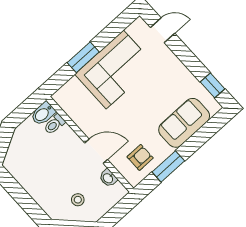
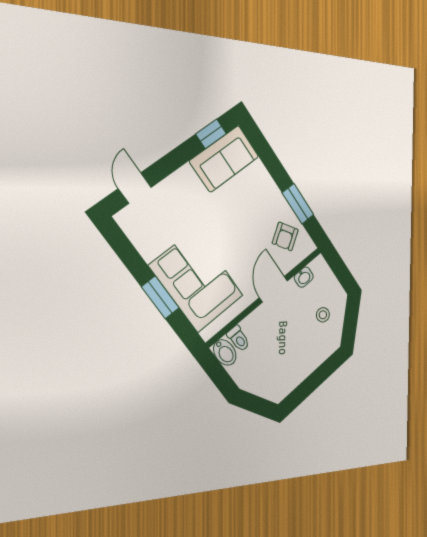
corner sofa: (115, 70) -> (197, 281), moved
sofa: (184, 123) -> (224, 159), moved, turned -90
armchair: (140, 157) -> (285, 236), turned -124

